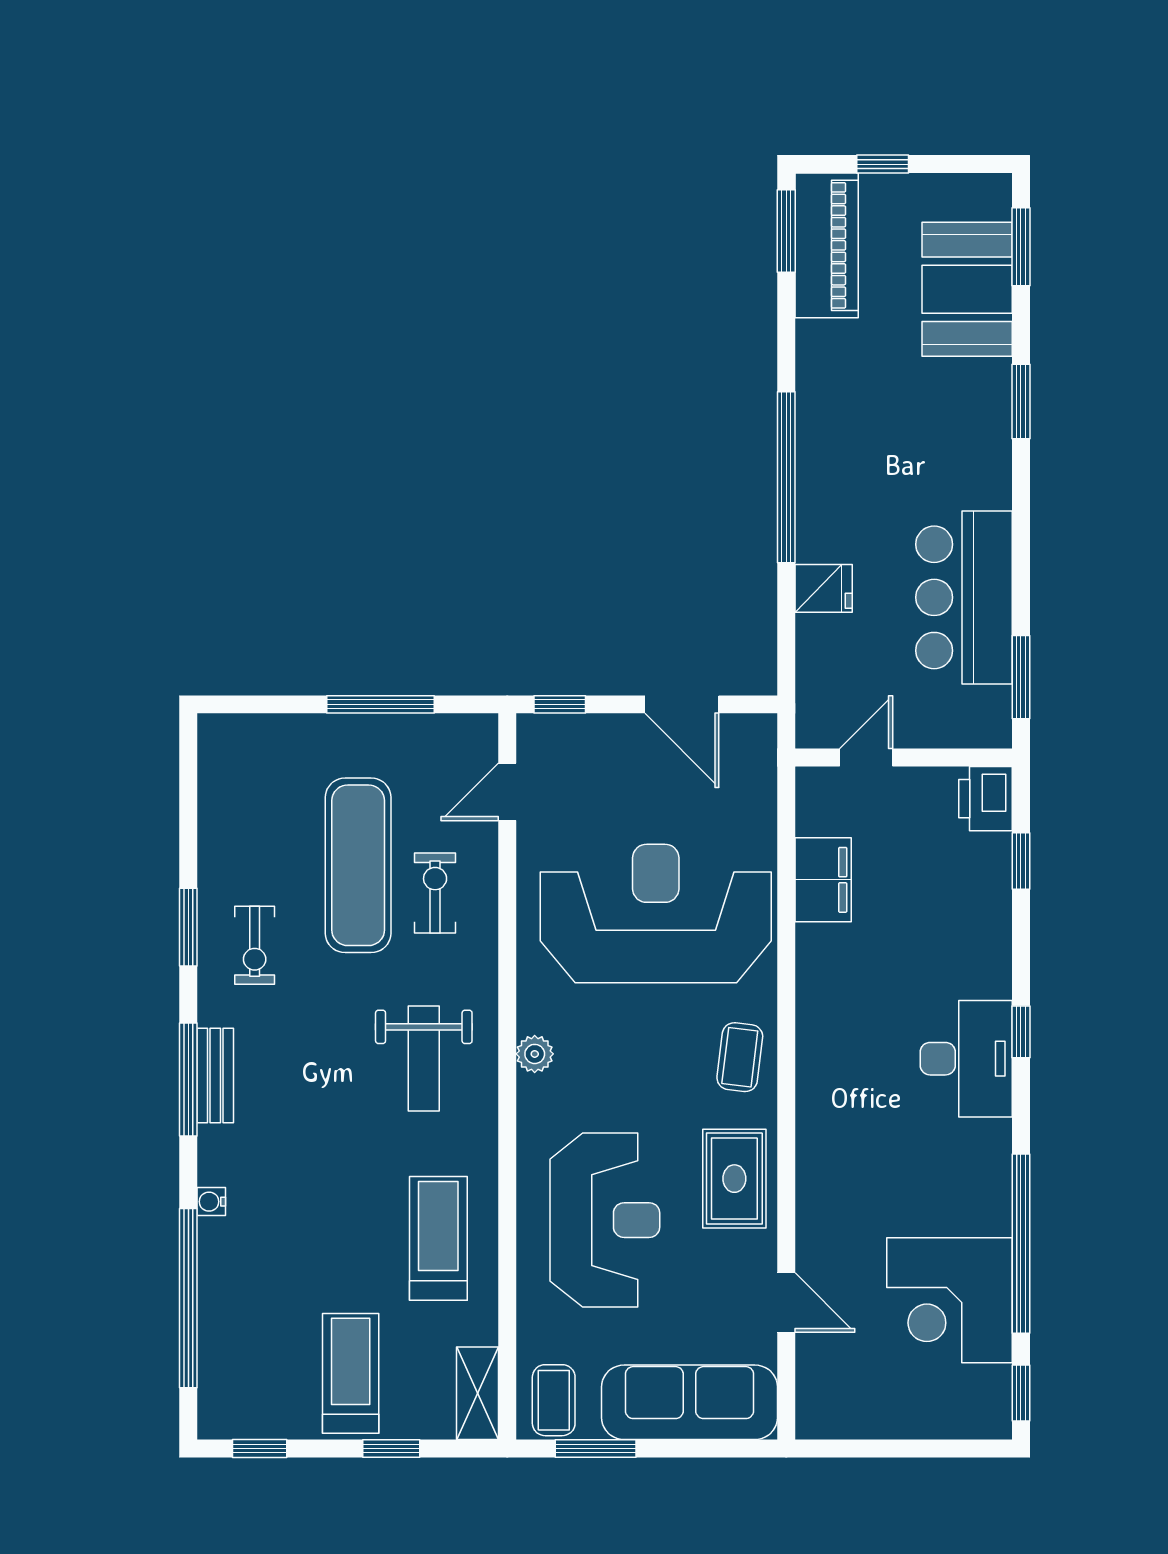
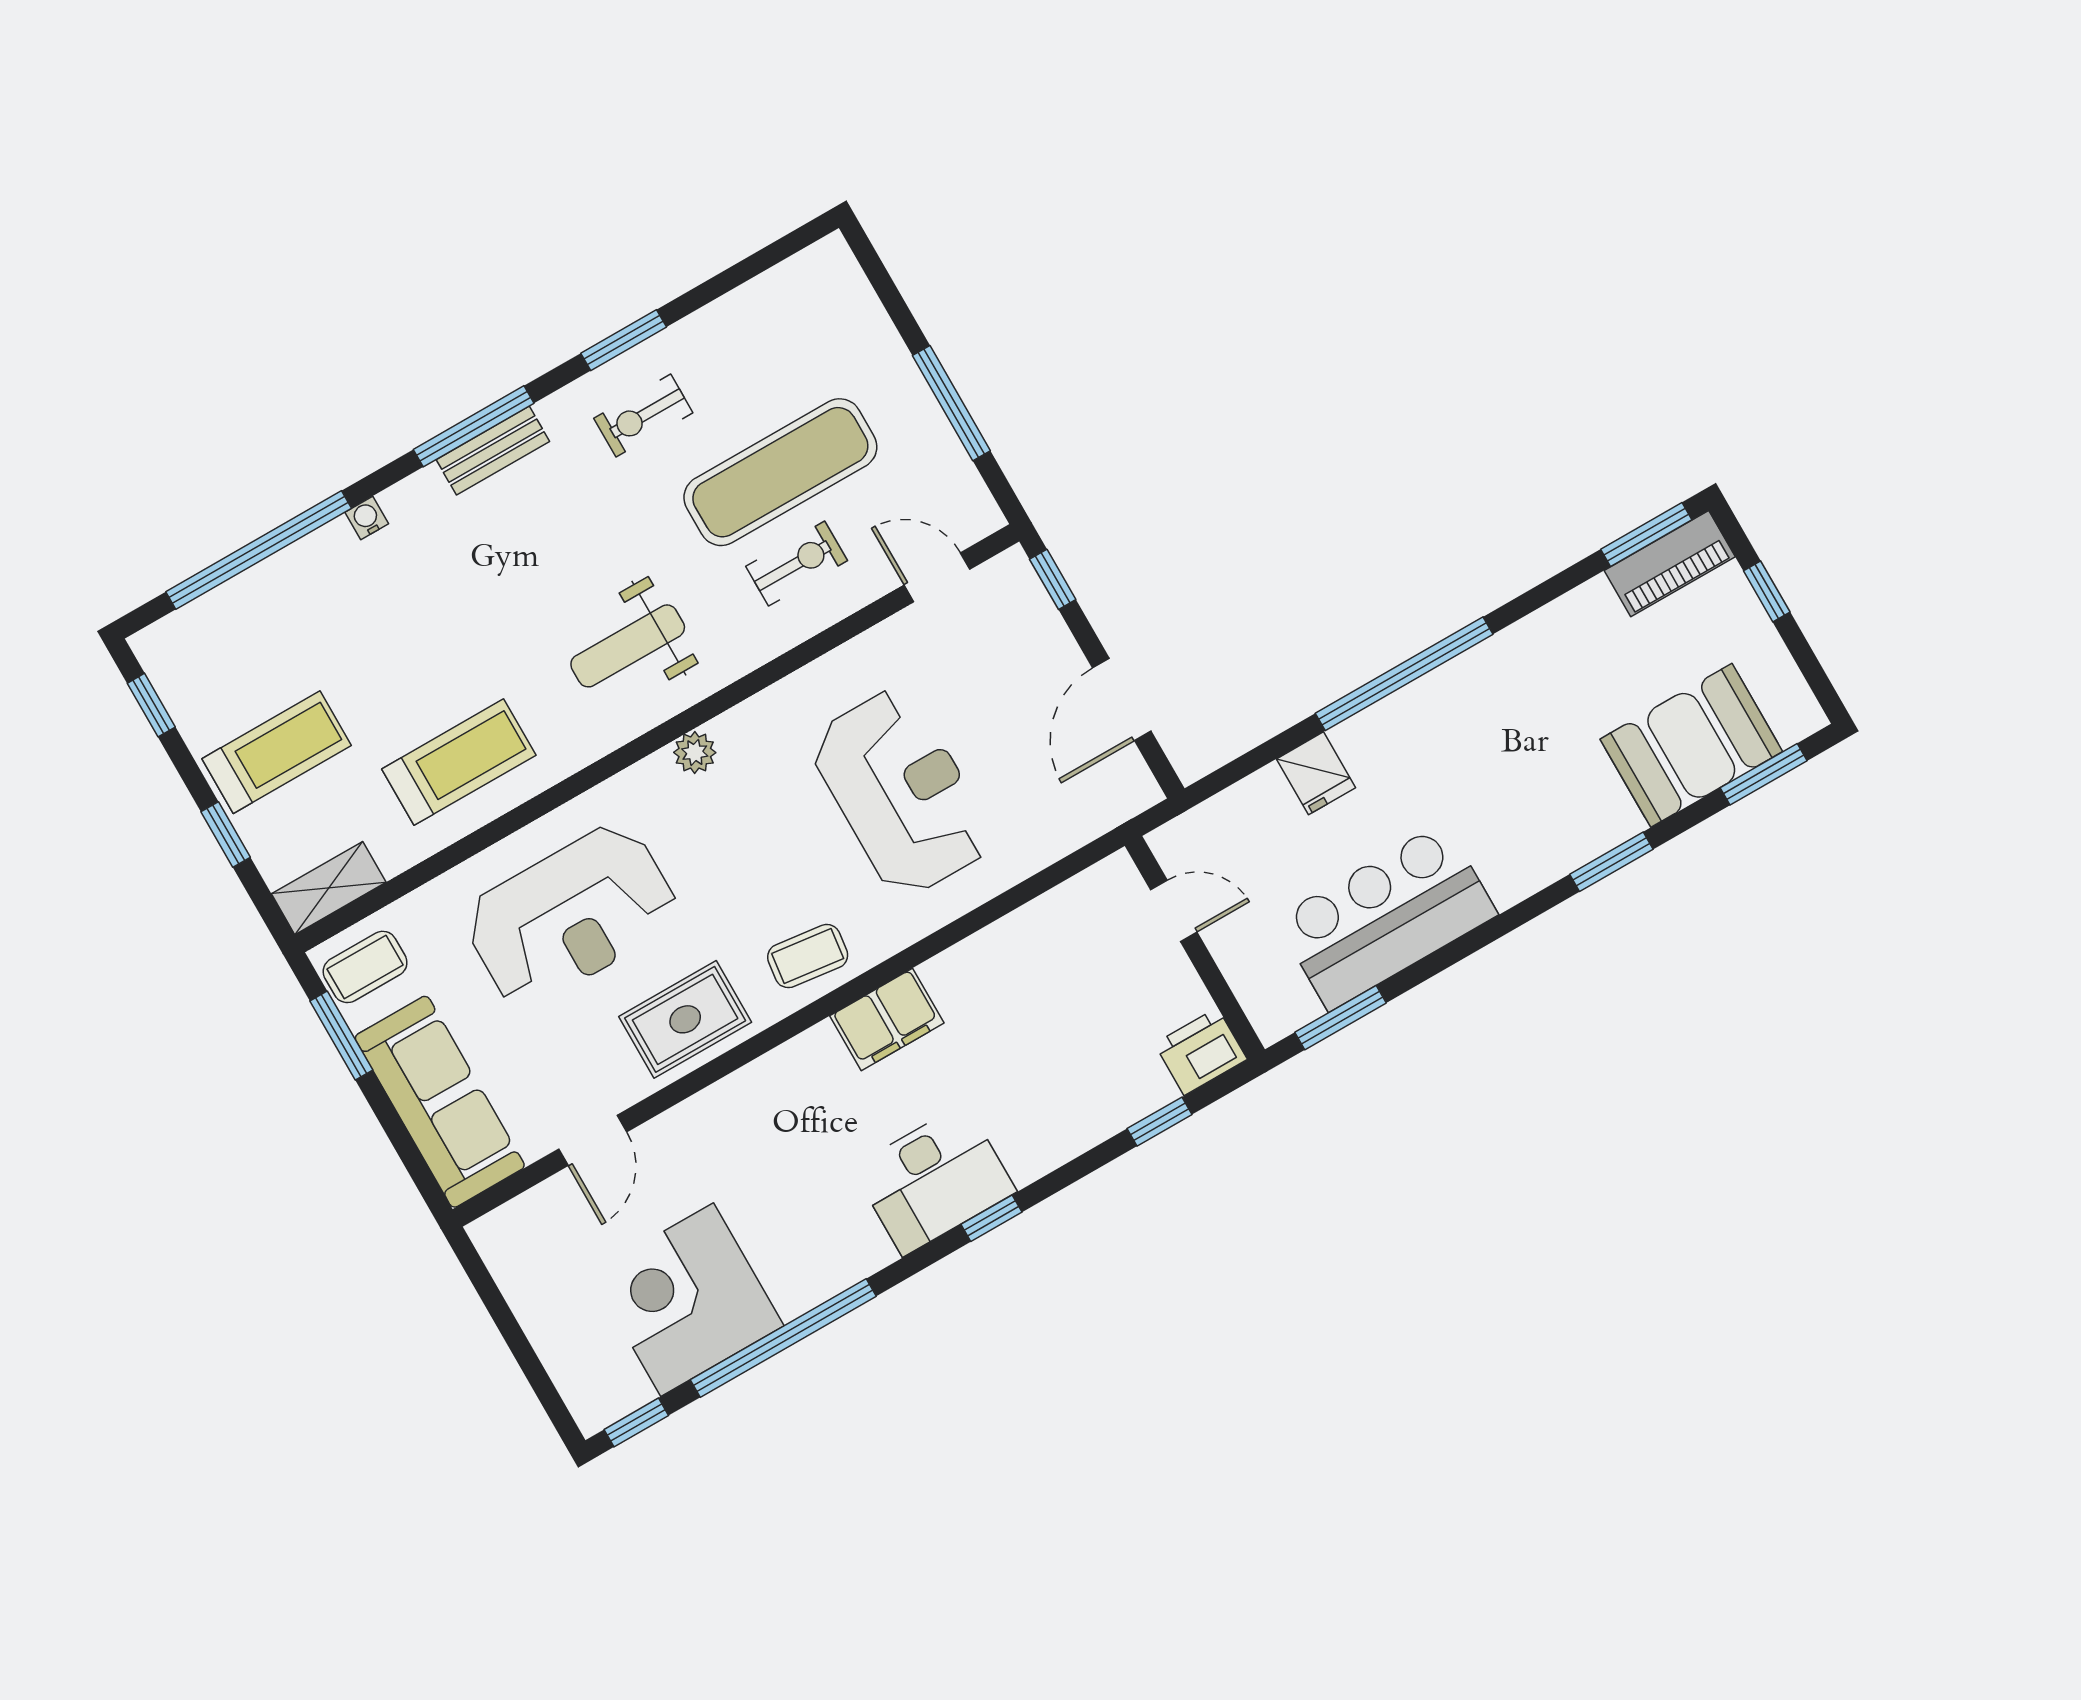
piano: (827, 245) -> (1670, 564), width x0.73, depth x0.75
filing cabinet: (823, 880) -> (887, 1019), moved
reception desk: (656, 914) -> (901, 792), width x0.74, depth x0.77

